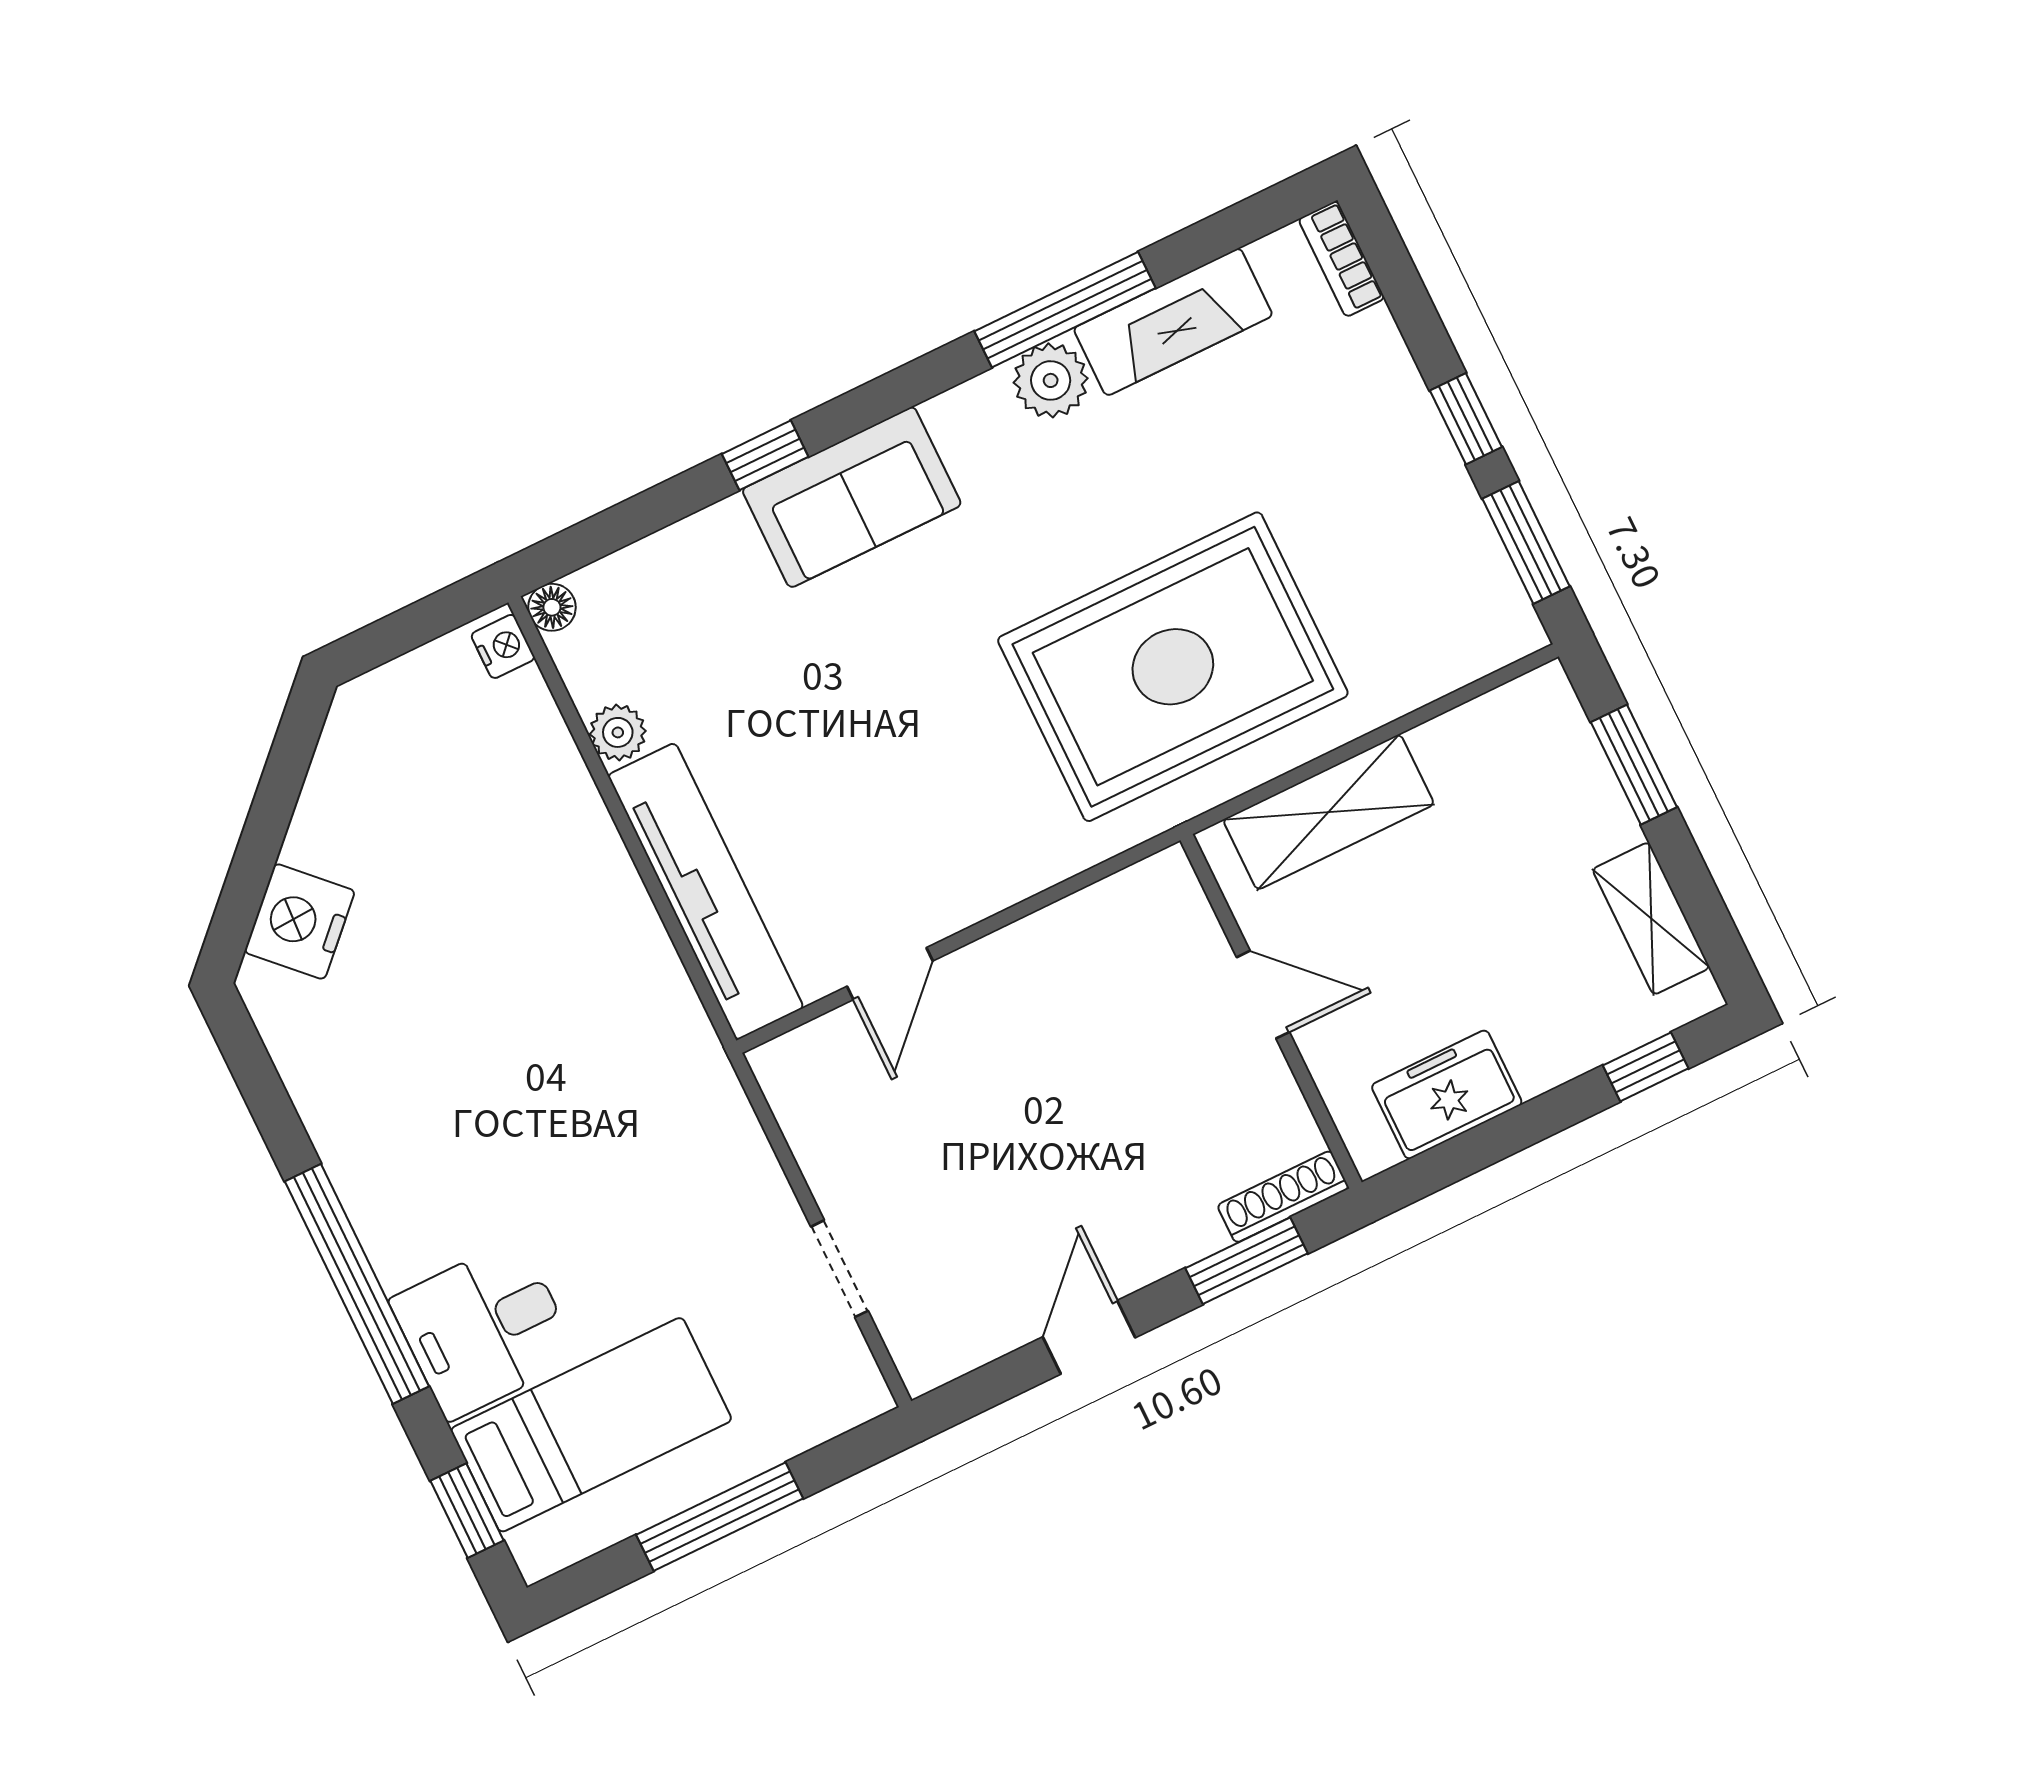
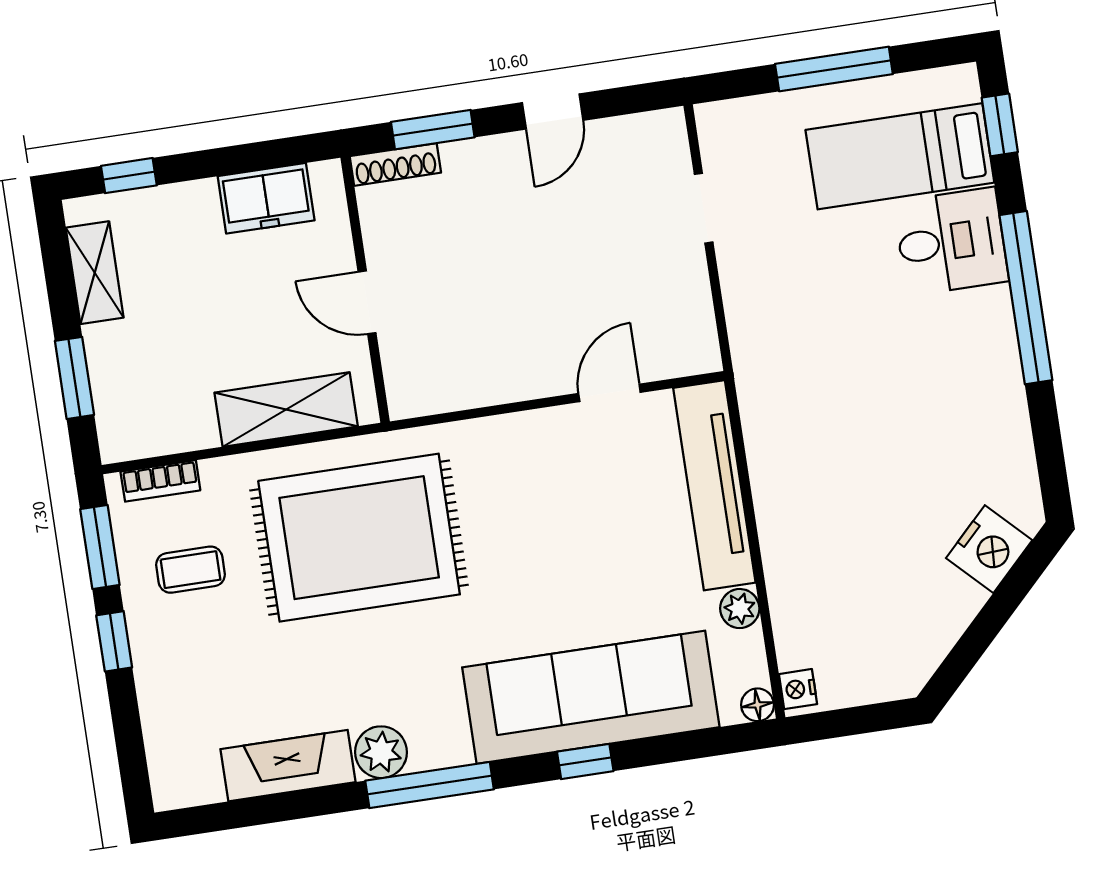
bookcase: (1342, 259) -> (160, 481), moved, turned 90
window: (1065, 310) -> (430, 785), moved
sofa: (852, 497) -> (591, 697), width x1.85, depth x1.27
coffee table: (1392, 550) -> (191, 570), added

